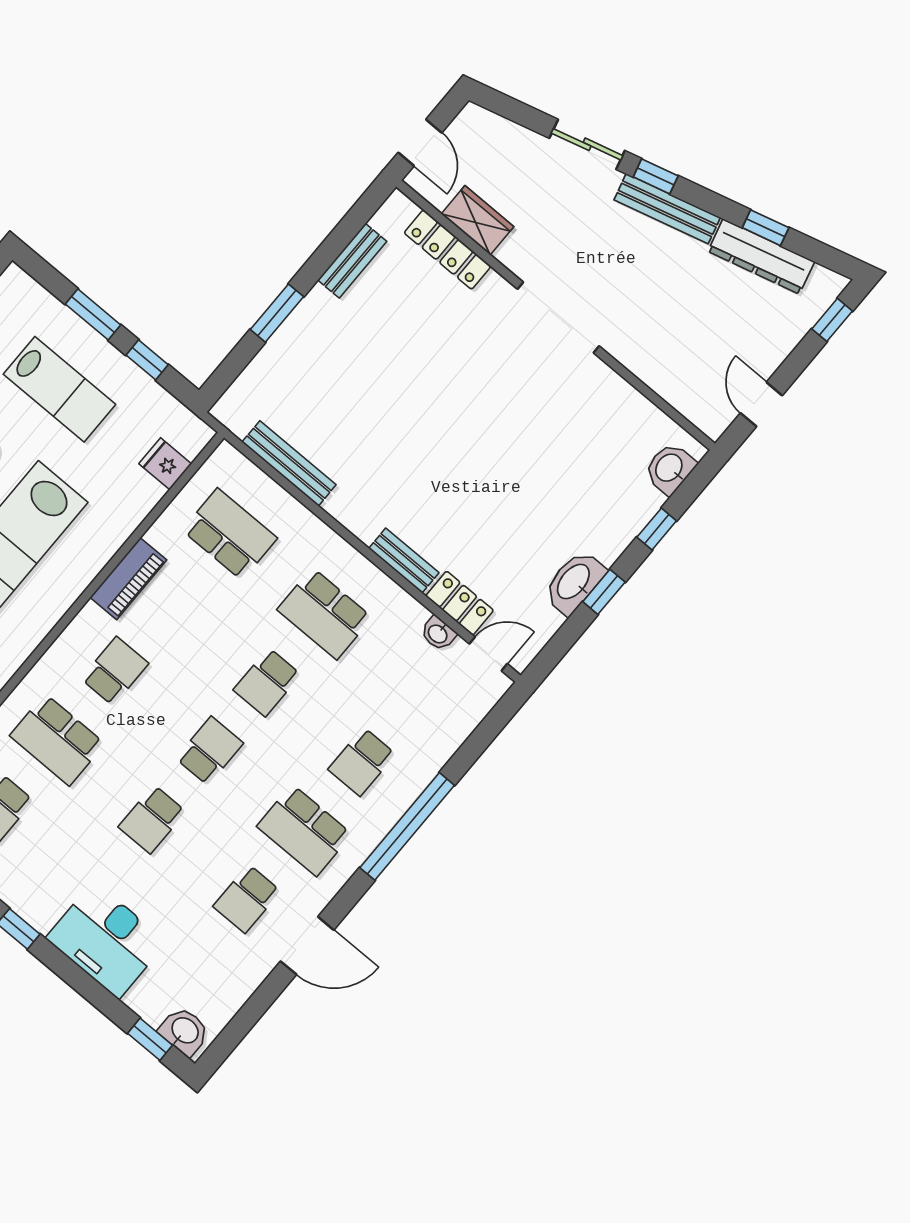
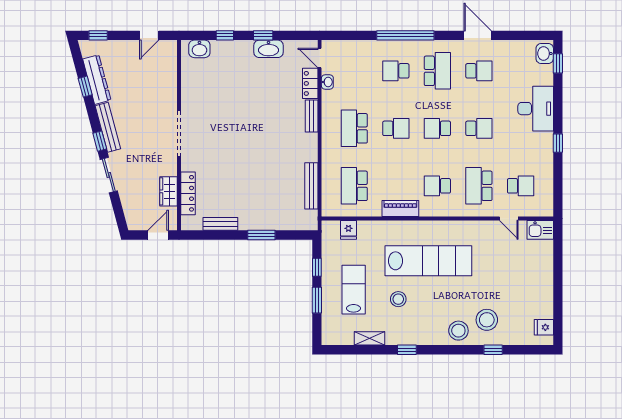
school desk: (325, 614) -> (354, 128), turned 180
school desk: (57, 740) -> (479, 186), turned 180
school desk: (362, 762) -> (396, 71), turned 180

